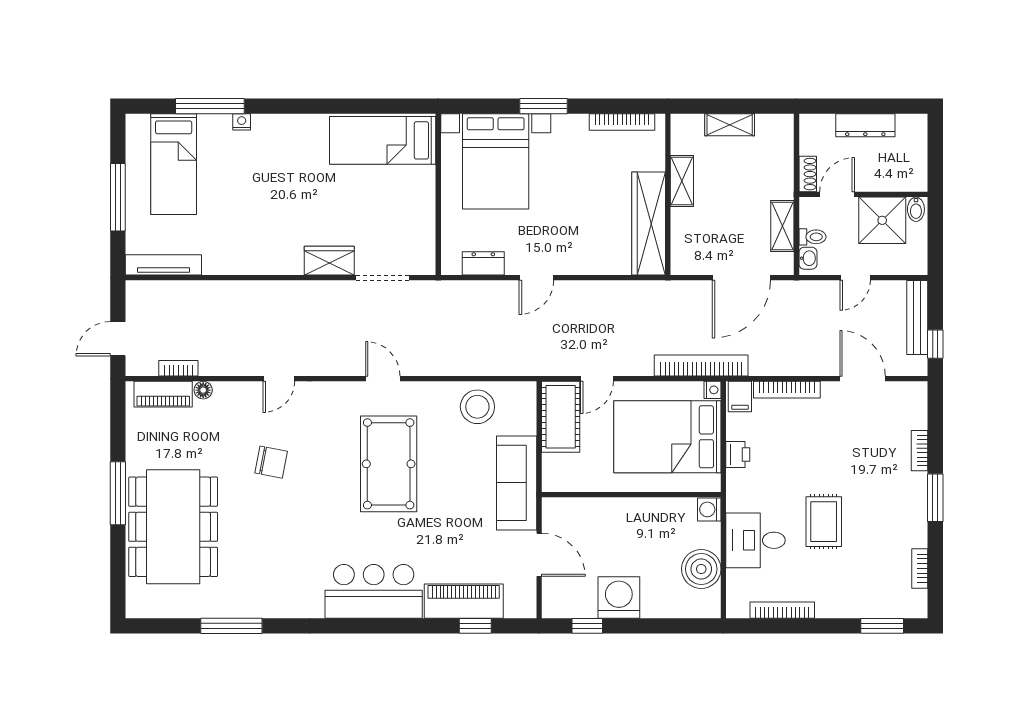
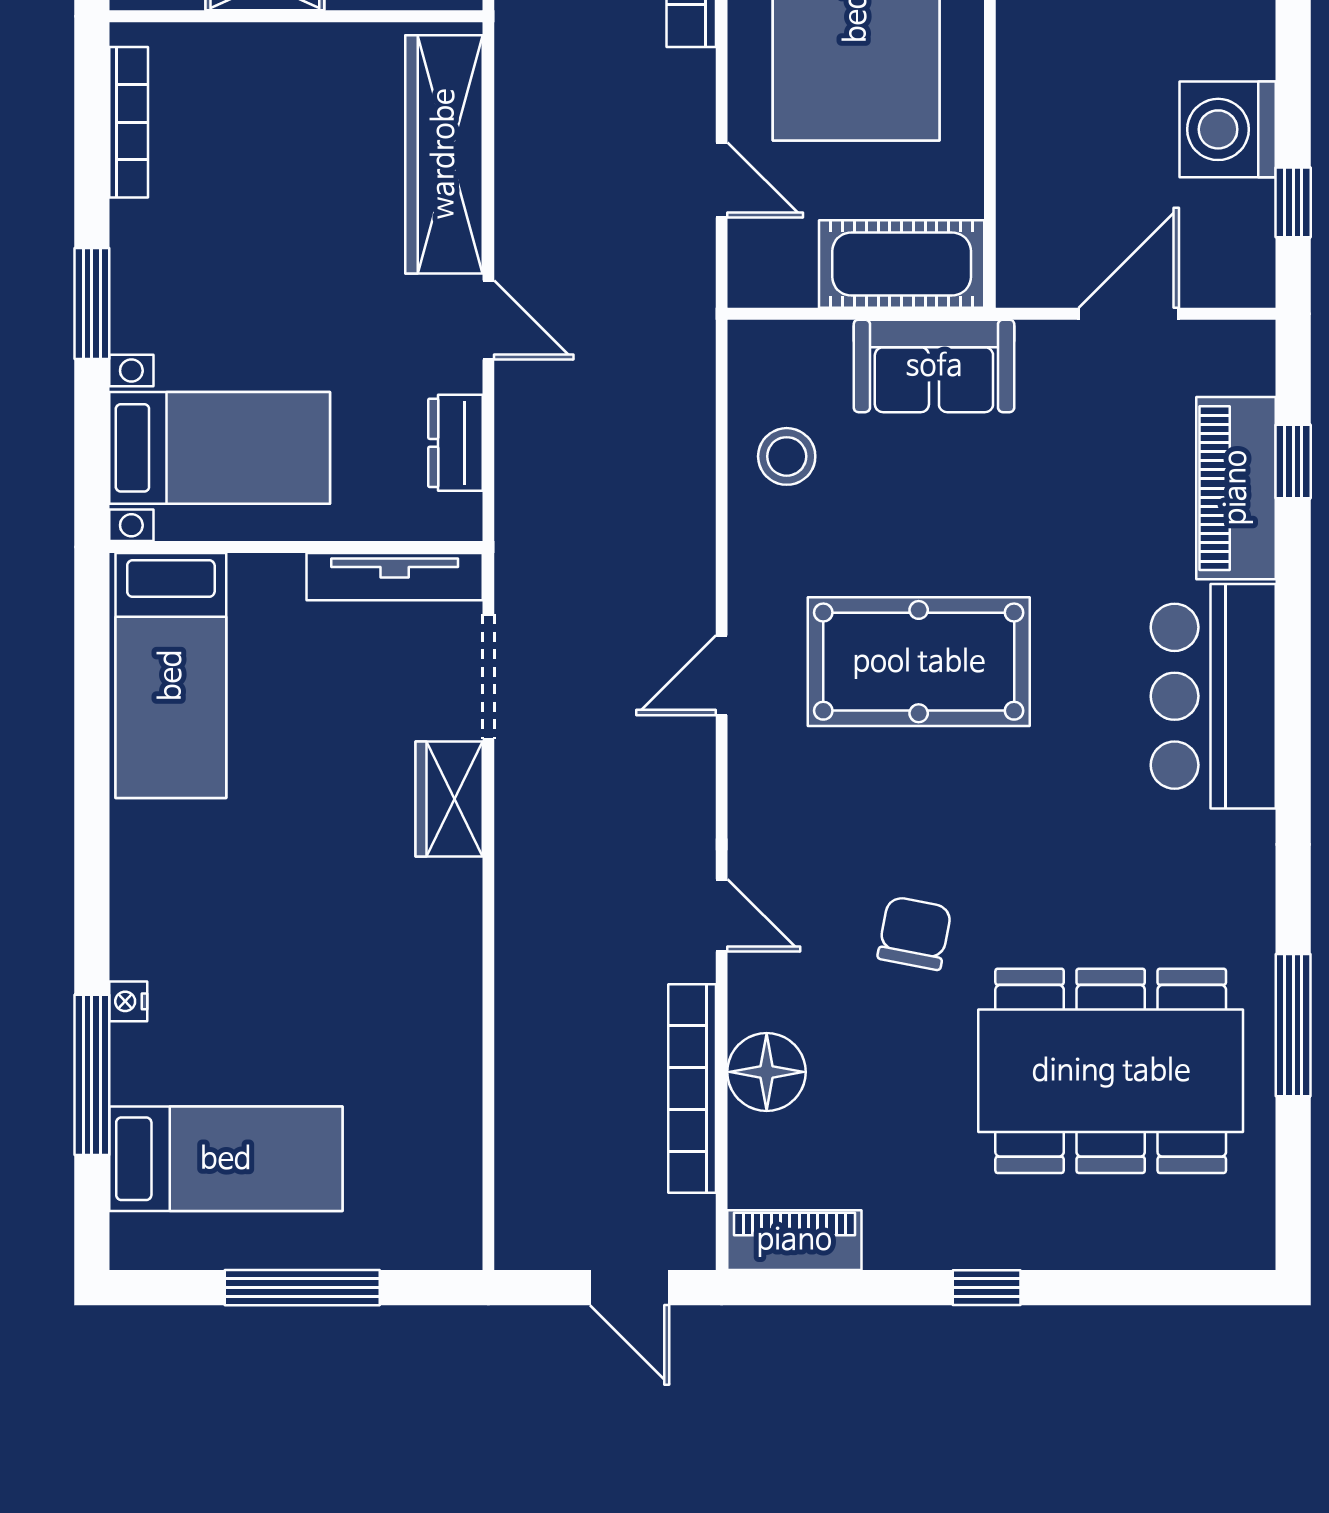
bed with nightstands: (496, 161) -> (220, 448), width x0.73
wardrobe: (649, 224) -> (444, 154), moved, turned 90
tv unit: (163, 265) -> (395, 577), moved, turned -90
bookcase: (178, 368) -> (692, 1088), width x2.31, depth x1.31
floor lamp: (203, 390) -> (767, 1072), width x1.89, depth x1.89
piano: (163, 394) -> (794, 1240), moved, turned -90
stool: (477, 407) -> (787, 456), width x0.73, depth x0.73
cot: (561, 417) -> (902, 264), moved
sofa: (517, 483) -> (934, 366), width x0.73
window: (118, 493) -> (987, 1288), width x0.46
dining table: (173, 527) -> (1111, 1071), moved

